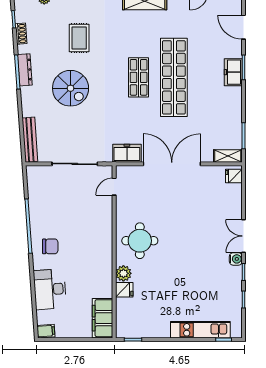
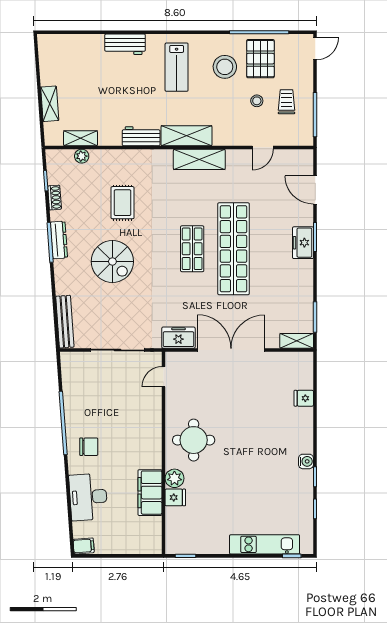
fridge: (234, 176) -> (304, 398), moved
double door: (243, 236) -> (315, 435), removed
filing cabinet: (103, 318) -> (150, 493), moved

